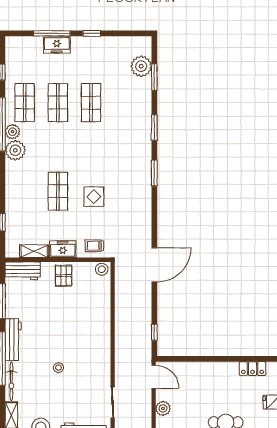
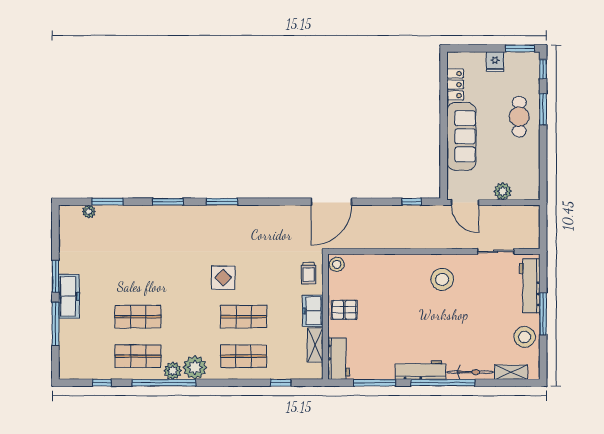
window: (92, 33) -> (55, 276), width x1.50
freezer: (57, 45) -> (69, 296), moved, width x1.40
plant: (141, 66) -> (89, 212), width x0.53, depth x0.53
shop shelf: (91, 103) -> (244, 356), moved
display table: (94, 197) -> (223, 278), moved
door: (154, 265) -> (331, 202), swing flipped
stool: (58, 368) -> (442, 279), moved, width x1.89, depth x1.89
sofa: (209, 374) -> (461, 136), added
door: (154, 377) -> (465, 203), swing flipped

